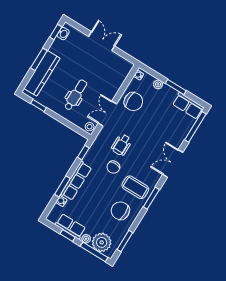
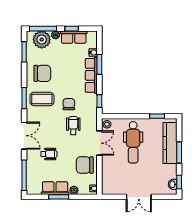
dental chair: (76, 95) -> (133, 142), width x1.36, depth x1.38
row of seats: (188, 106) -> (55, 188), moved
wheelchair: (160, 132) -> (49, 154), added

